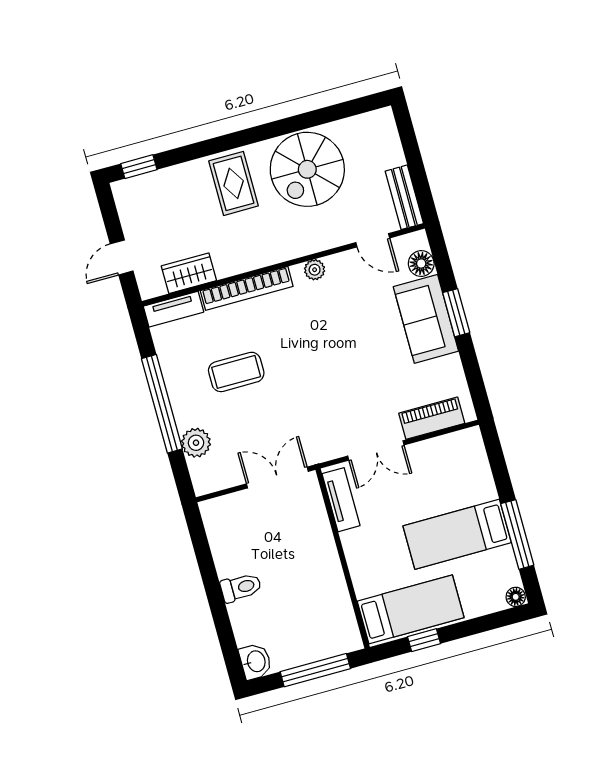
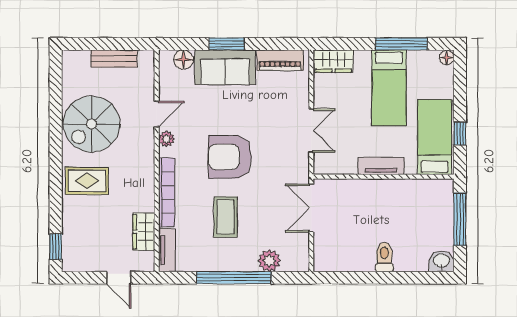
spiral stairs: (307, 169) -> (92, 124), turned 90
bench: (404, 197) -> (114, 59), moved
door: (373, 240) -> (157, 114), moved
armchair: (314, 356) -> (230, 157), added
piano: (432, 418) -> (280, 60), moved, turned -90
wardrobe: (472, 454) -> (333, 61), added
tv unit: (341, 500) -> (381, 166), moved

